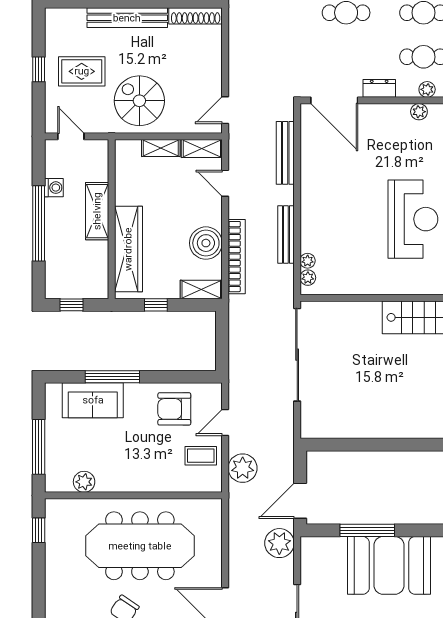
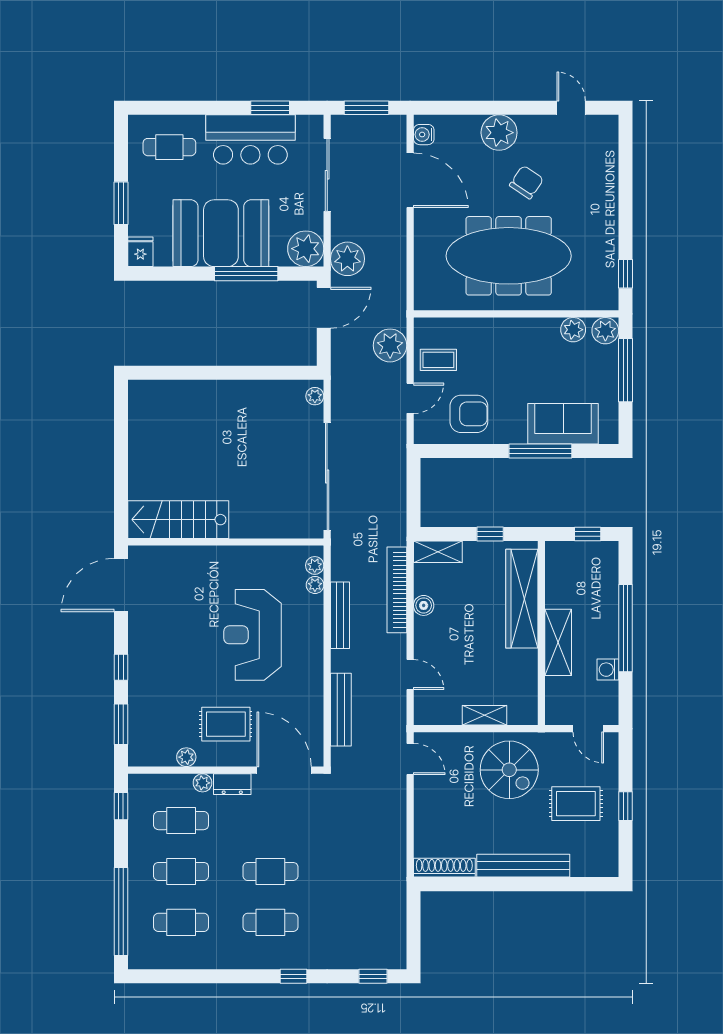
plant: (427, 89) -> (203, 783), moved
door: (225, 110) -> (410, 759), hinge flipped
rug: (385, 140) -> (226, 724), added
shelving: (202, 149) -> (437, 715), removed
reception desk: (413, 219) -> (253, 635), moved
boiler: (206, 243) -> (424, 605), width x0.54, depth x0.54
plant: (308, 424) -> (315, 396), added
plant: (56, 481) -> (605, 331), added
plant: (316, 552) -> (306, 249), added

